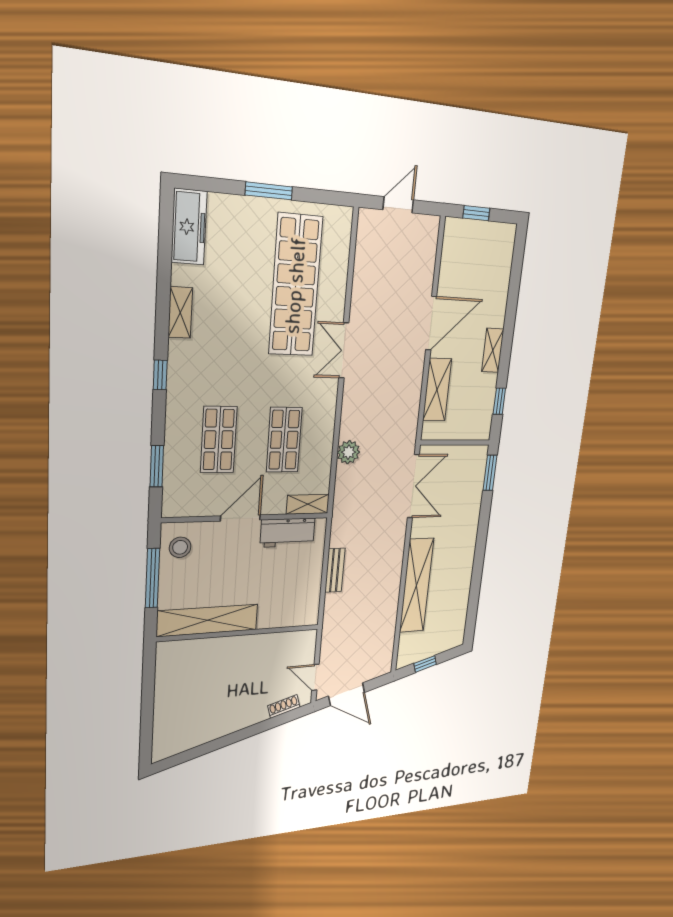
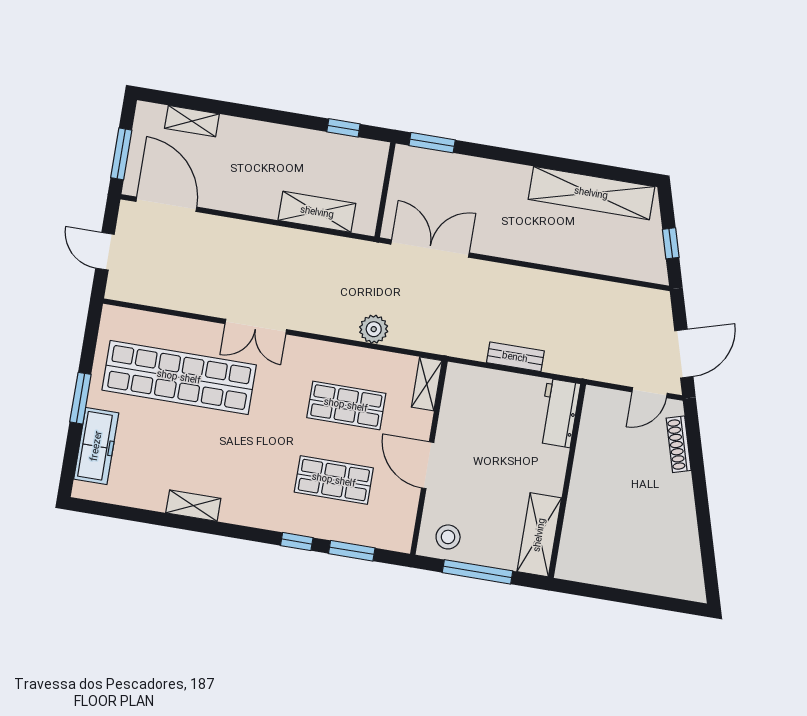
window: (476, 213) -> (121, 154), width x1.50
freezer: (189, 227) -> (96, 446), moved, turned 90
door: (431, 323) -> (166, 204), moved
shelving: (493, 350) -> (192, 121), moved
window: (160, 375) -> (297, 542), moved
workbench: (288, 533) -> (559, 413), moved, turned 180
shelving: (416, 586) -> (591, 193), moved
shelving: (208, 620) -> (539, 535), width x0.68
shoe rack: (284, 706) -> (679, 444), width x1.43

